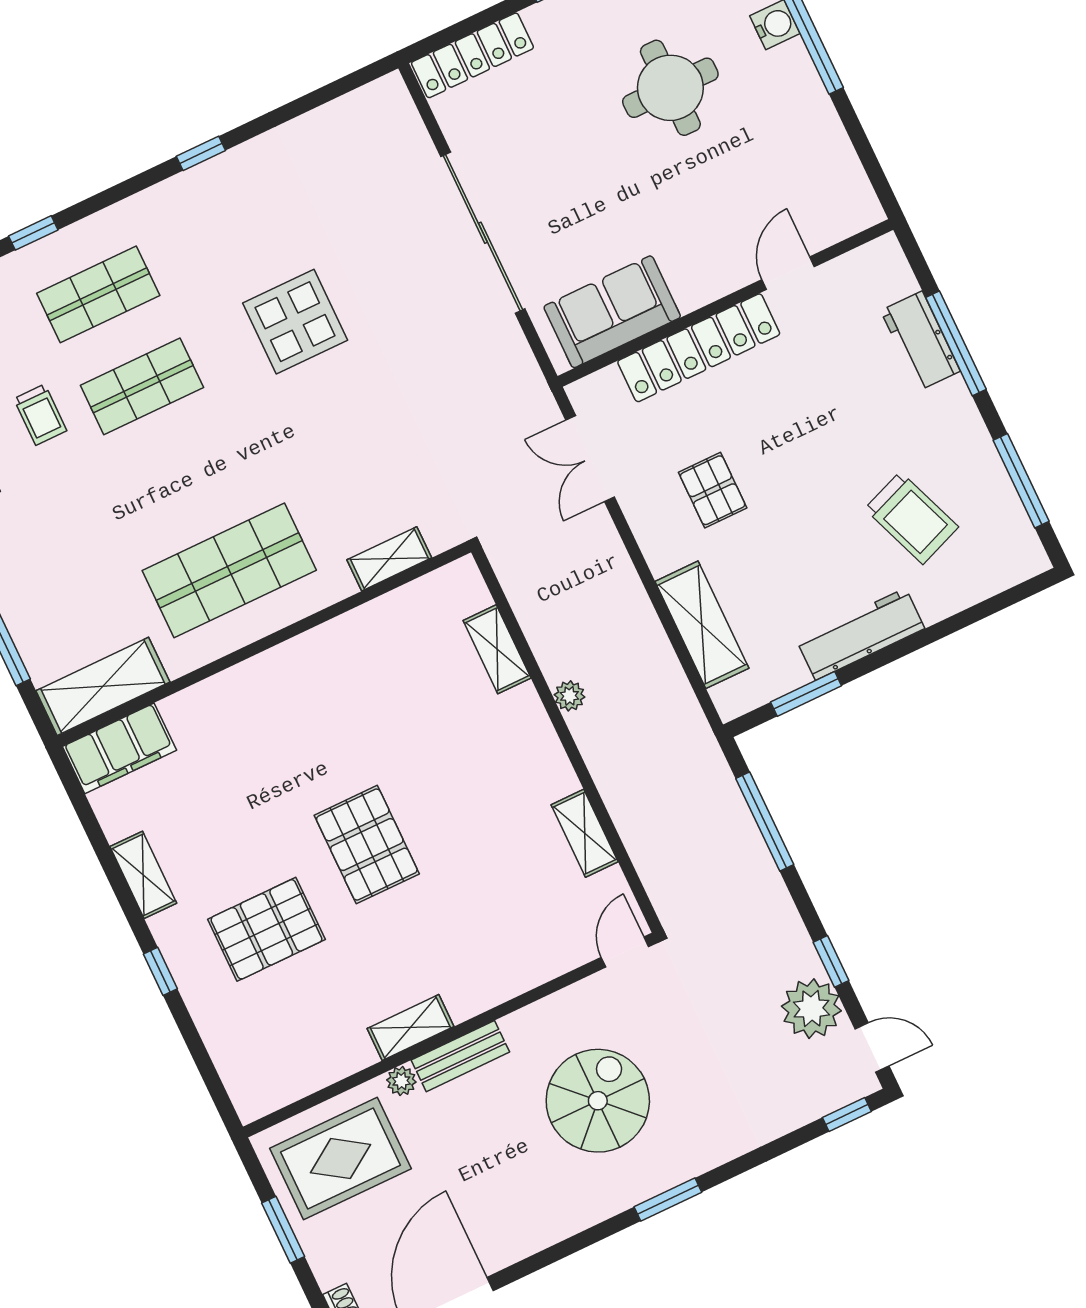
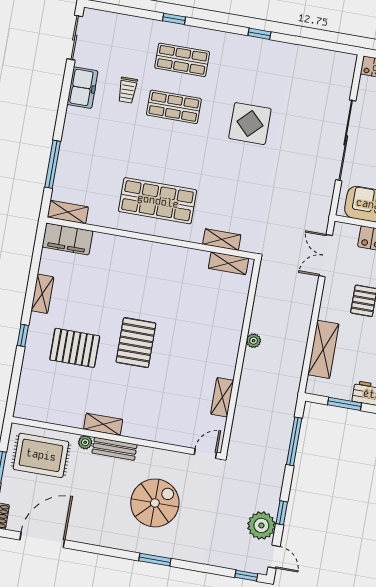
shelving: (497, 649) -> (228, 263), moved, turned 90
shelving: (103, 686) -> (68, 212), width x0.67, depth x0.75

